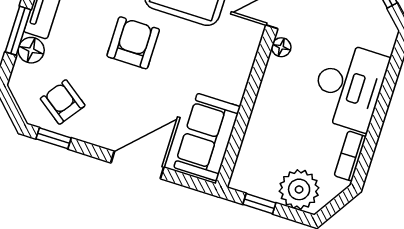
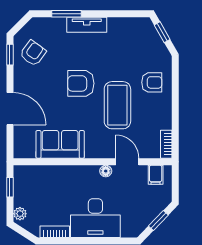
armchair: (133, 43) -> (81, 83), turned 180
floor lamp: (31, 50) -> (58, 25), removed
sofa: (207, 137) -> (60, 144), moved
plant: (299, 189) -> (20, 214), width x0.53, depth x0.53

